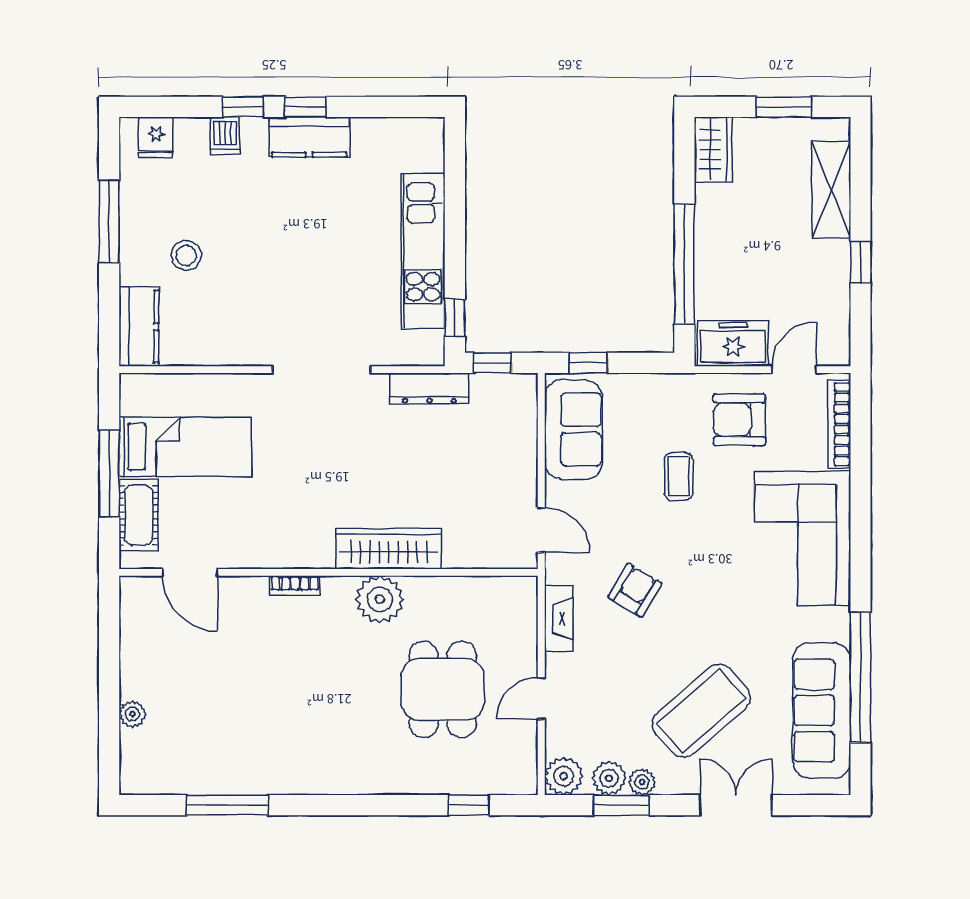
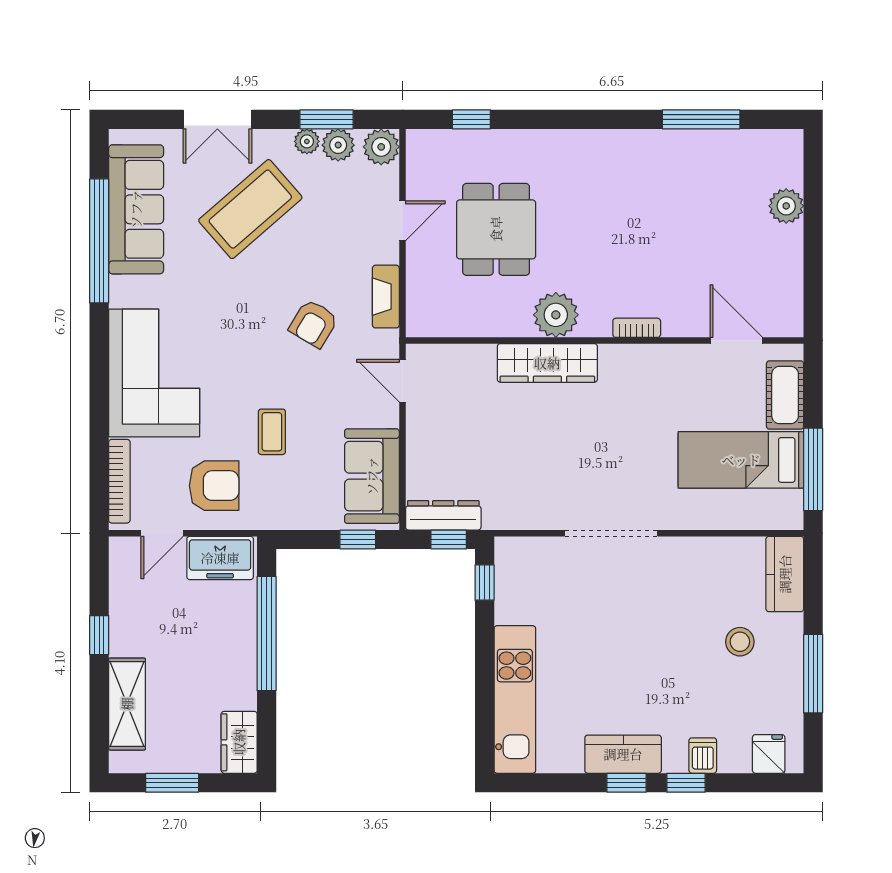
kitchen unit: (423, 251) -> (515, 699), moved
dresser: (429, 388) -> (443, 515), moved
window: (109, 473) -> (813, 469), moved
plant: (132, 714) -> (786, 206), width x1.38, depth x1.38

